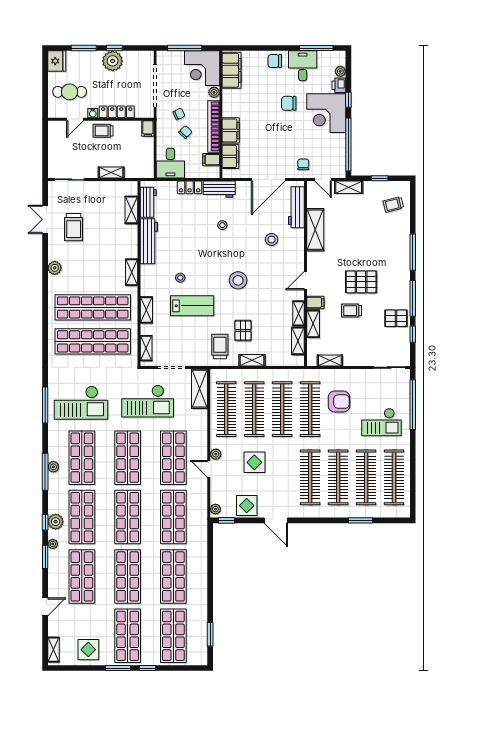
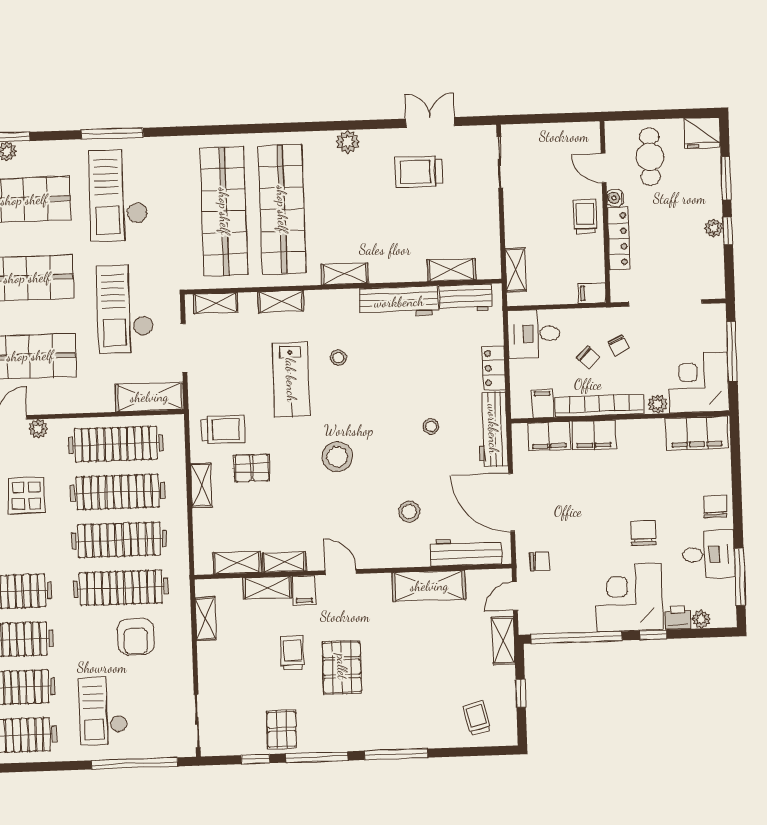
plant: (113, 61) -> (714, 228), width x0.53, depth x0.53
shelving: (111, 173) -> (516, 270), moved
workbench: (219, 189) -> (493, 429), width x1.38

